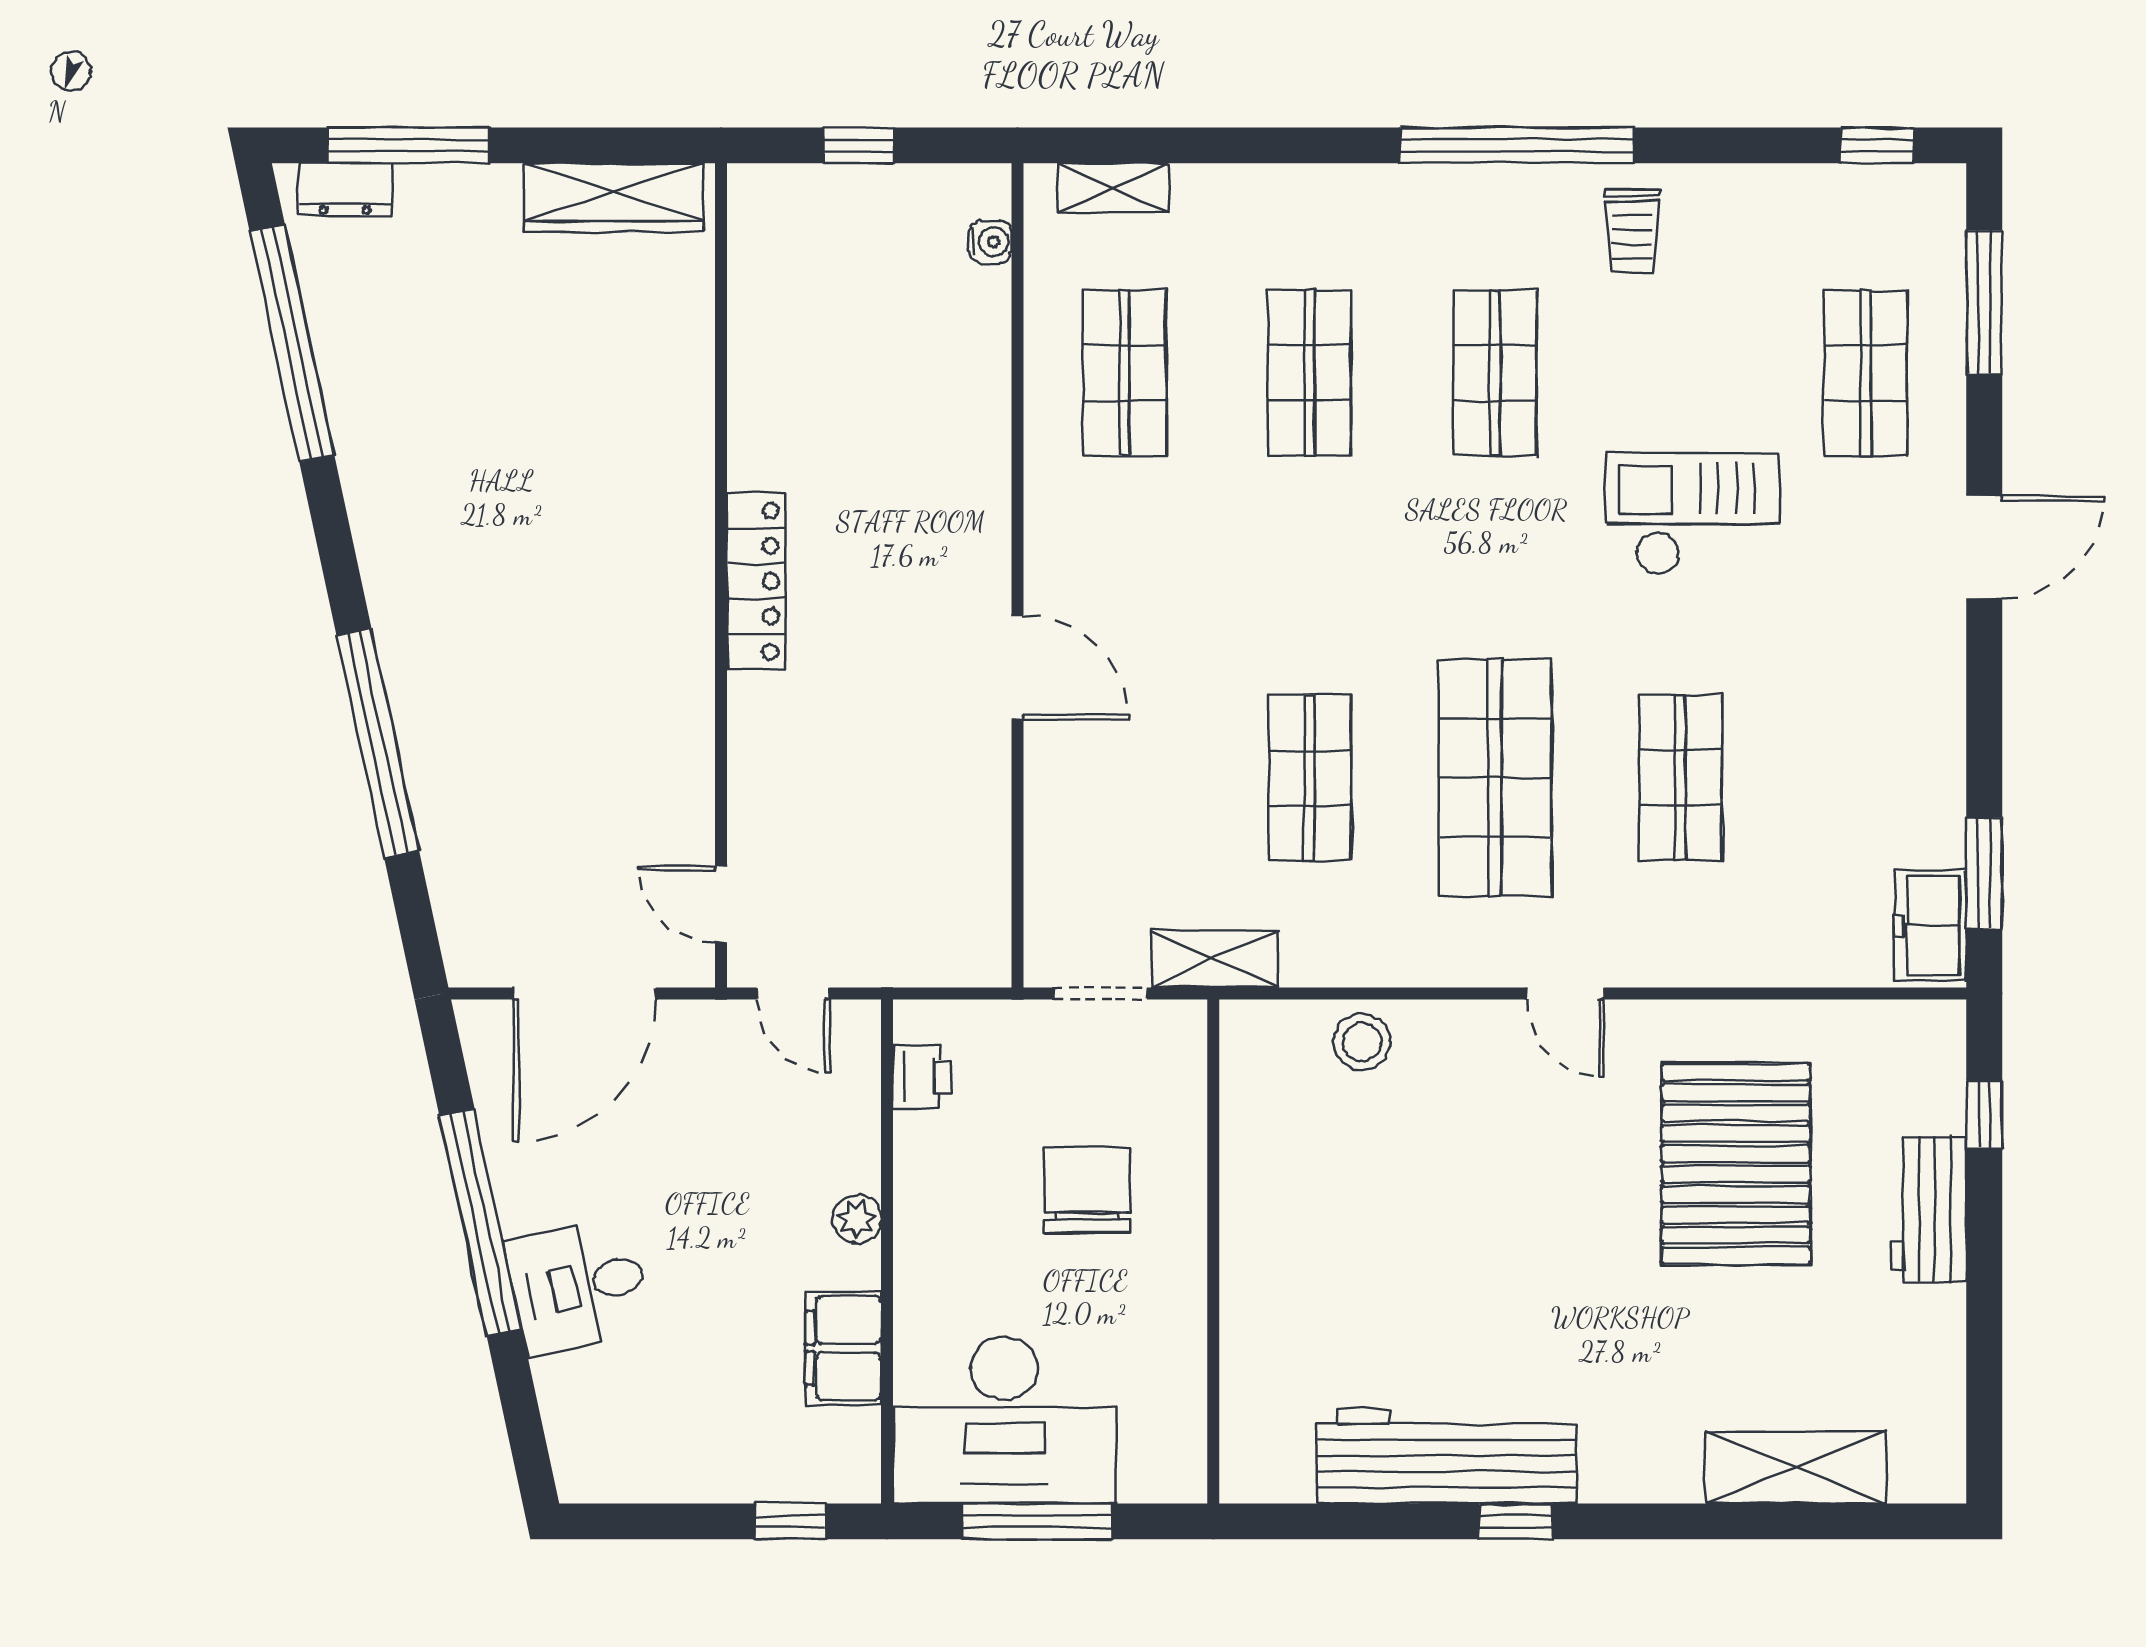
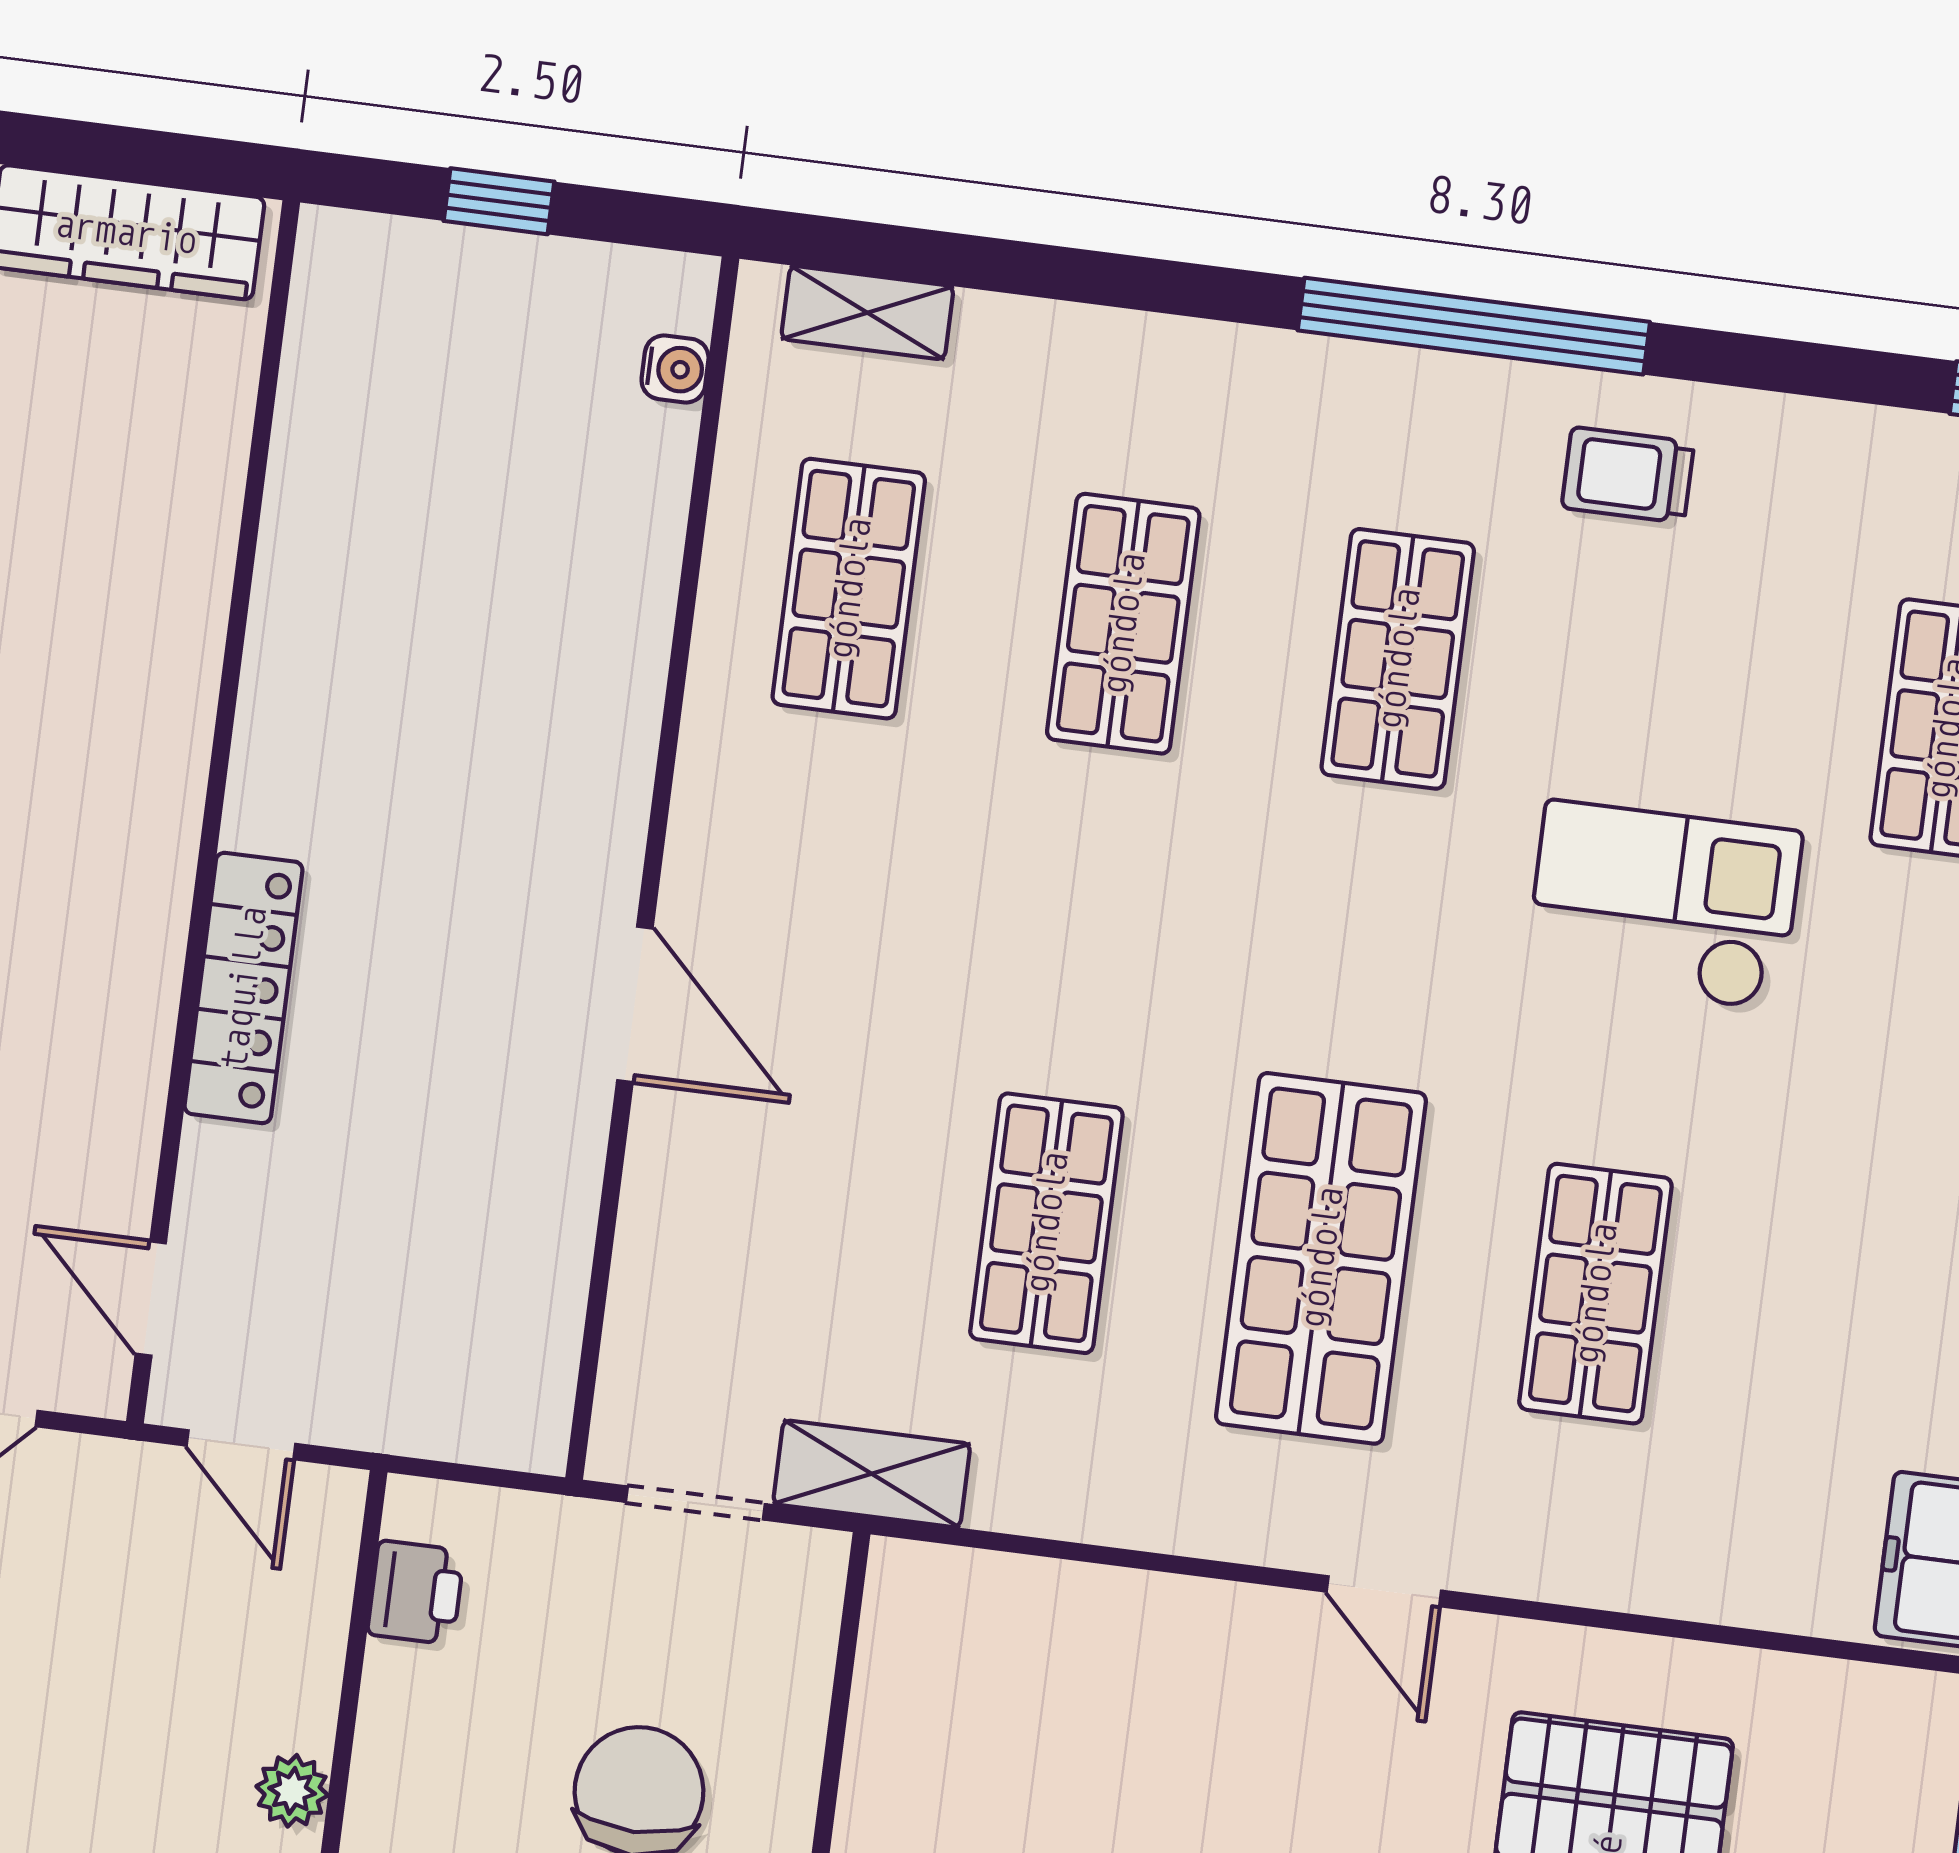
trolley: (1632, 231) -> (1628, 475), turned 90
locker: (756, 581) -> (243, 988), moved
stool: (1362, 1042) -> (1074, 1624), removed

